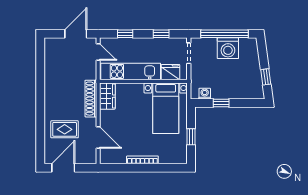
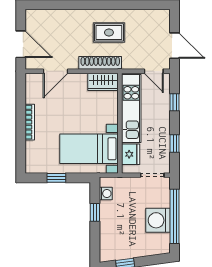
door: (98, 52) -> (154, 71), hinge flipped
rug: (65, 129) -> (109, 32), moved, turned 90
door: (63, 168) -> (21, 44), moved

